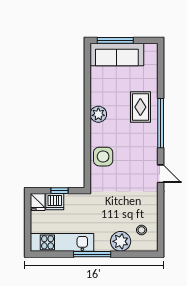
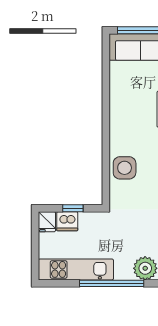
plant: (98, 114) -> (119, 118), removed
window: (92, 254) -> (112, 283), width x1.46

